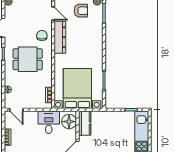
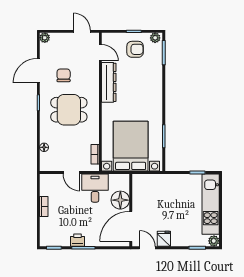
chair: (42, 35) -> (64, 75), moved
door: (16, 110) -> (71, 173), moved
floor lamp: (69, 122) -> (120, 200), moved
kitchen counter: (85, 123) -> (140, 189), removed

